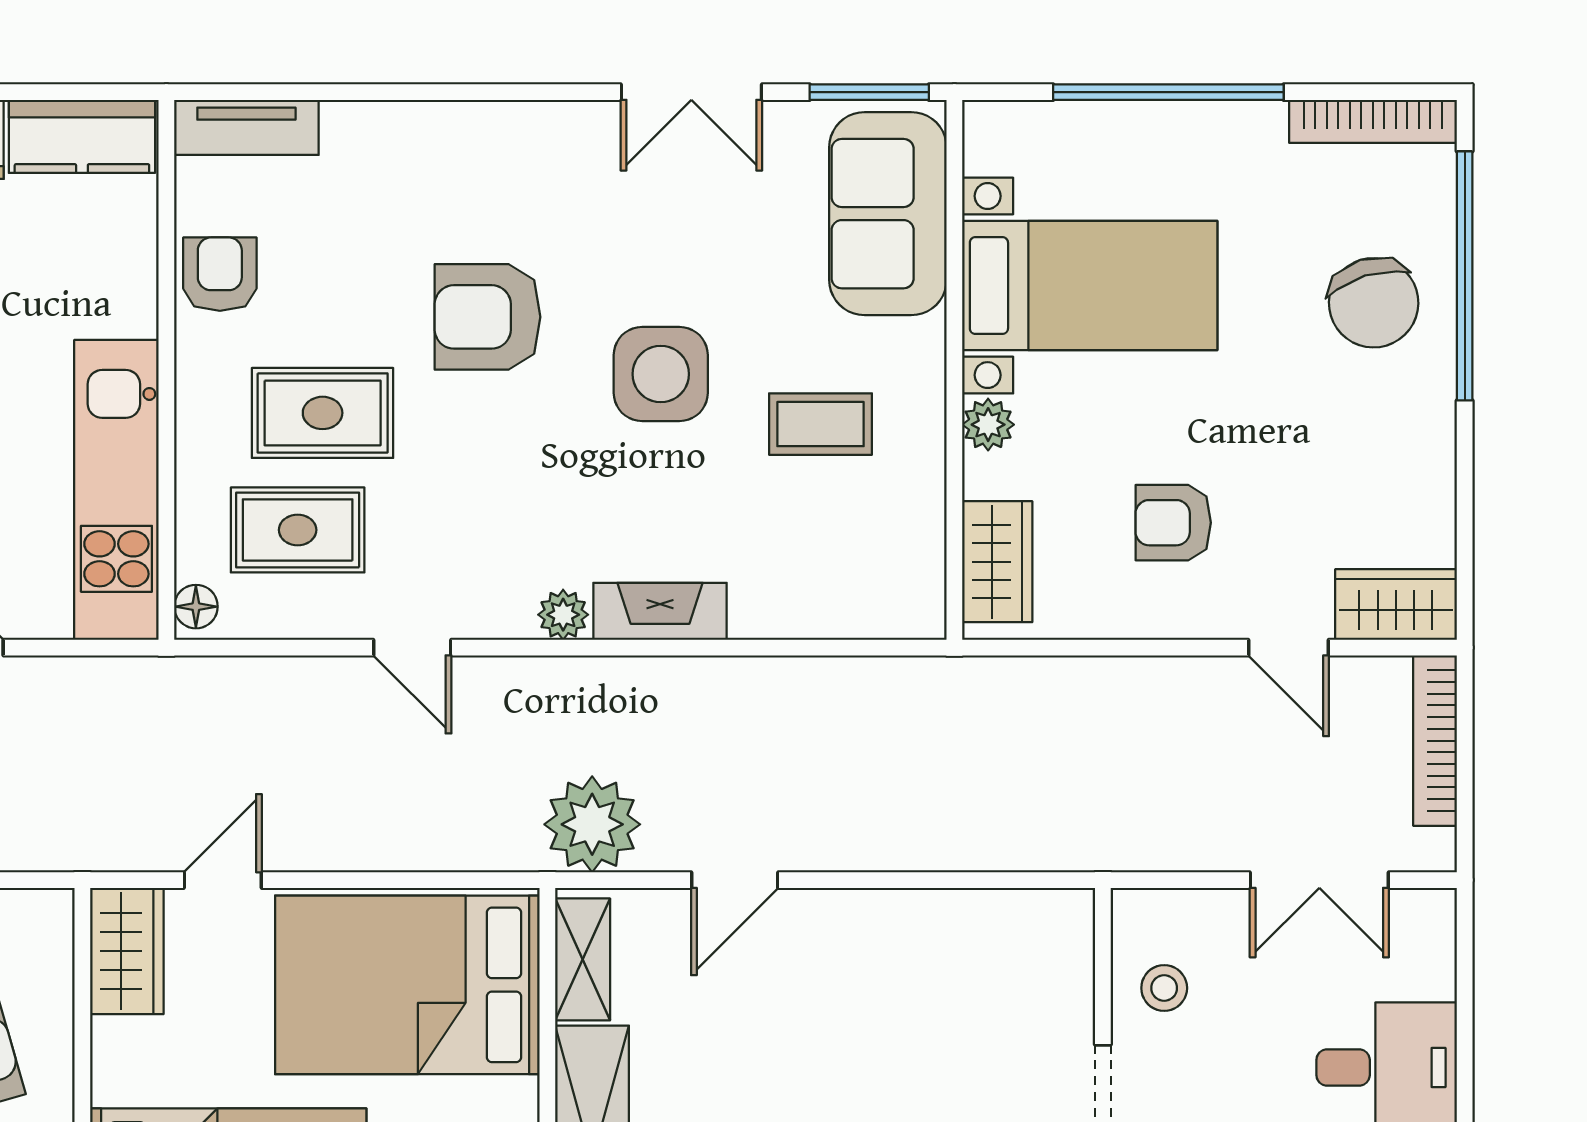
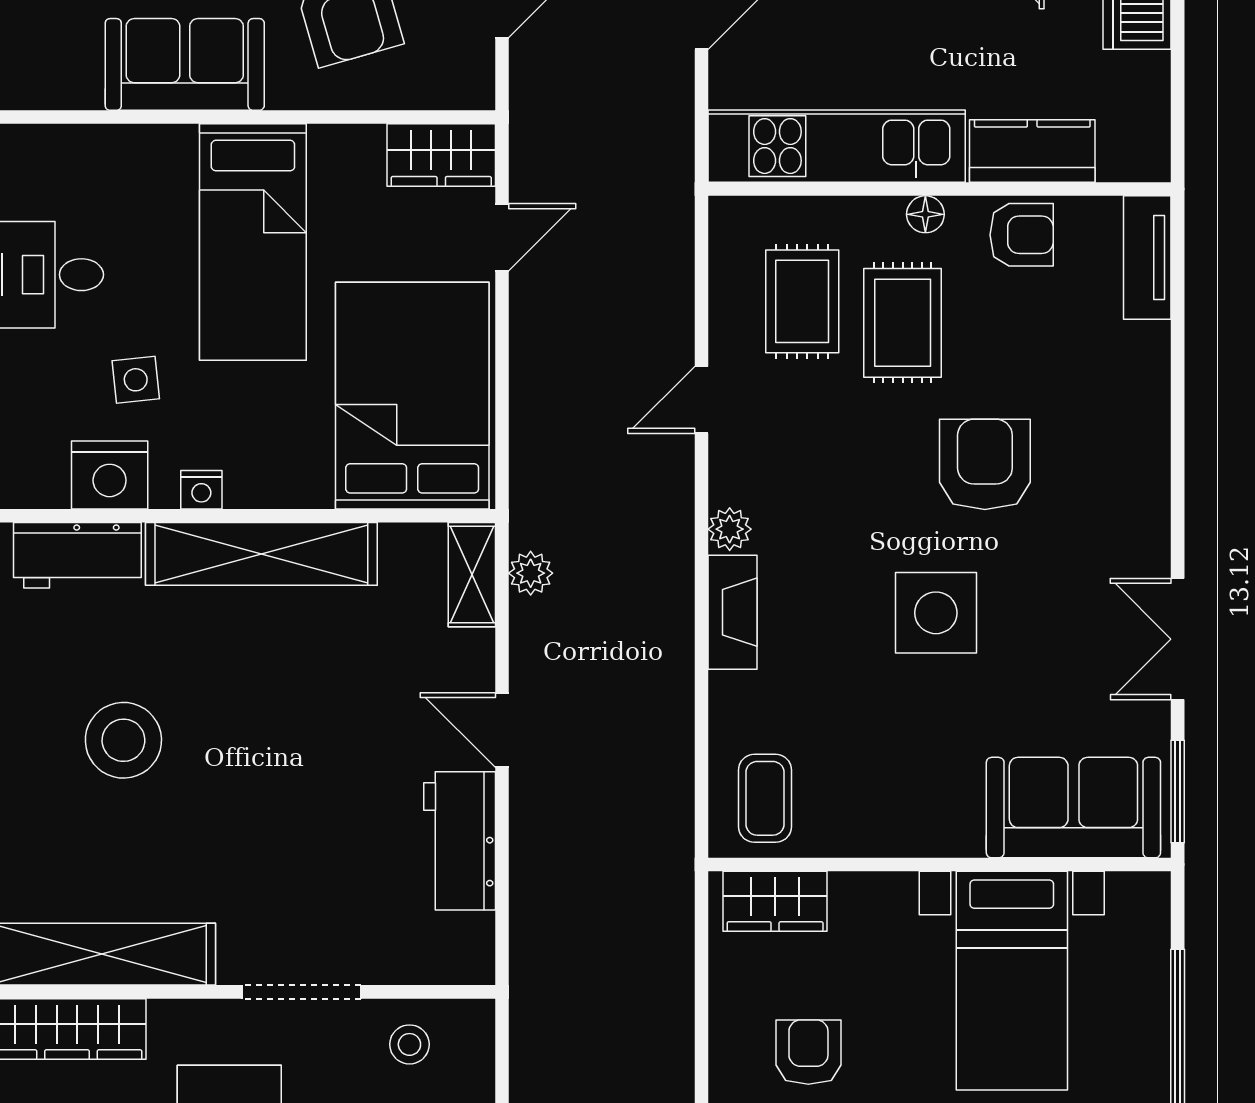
kitchen counter: (82, 136) -> (1032, 151), moved, turned 90
coffee table: (820, 424) -> (765, 798), moved
plant: (988, 425) -> (893, 893), removed
floor lamp: (196, 607) -> (925, 214), moved
plant: (592, 824) -> (531, 573), width x0.53, depth x0.53
door: (223, 880) -> (502, 237), hinge flipped
door: (735, 880) -> (502, 730), moved
workbench: (927, 930) -> (460, 841), added
shelving: (583, 959) -> (472, 575), moved, turned 90

